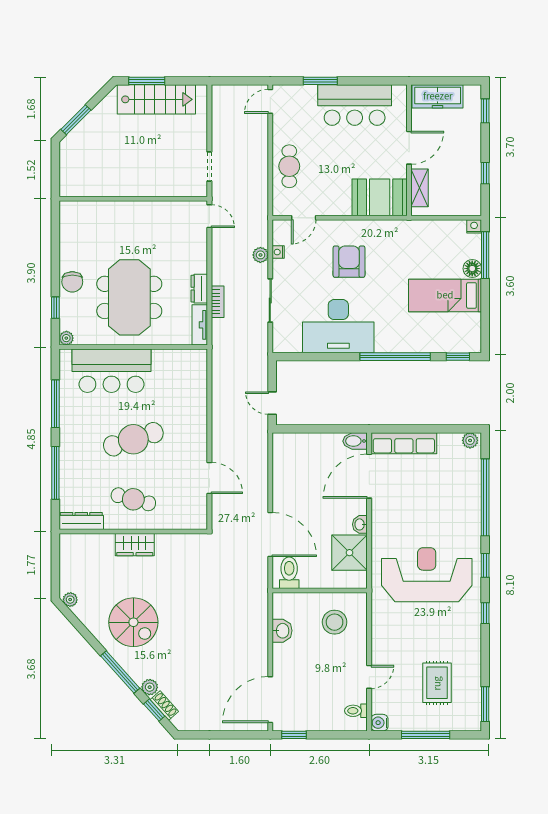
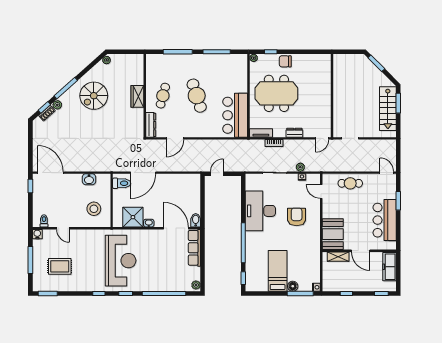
armchair: (349, 262) -> (297, 217), turned -90
dresser: (199, 289) -> (294, 133), moved
bar counter: (111, 371) -> (235, 115), moved
dresser: (81, 521) -> (151, 125), moved

